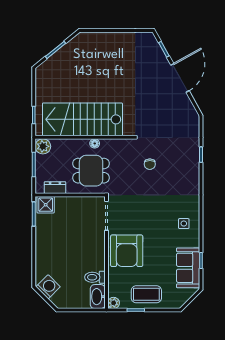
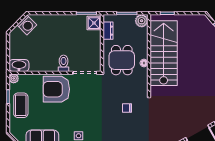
toilet: (95, 277) -> (64, 63), moved

